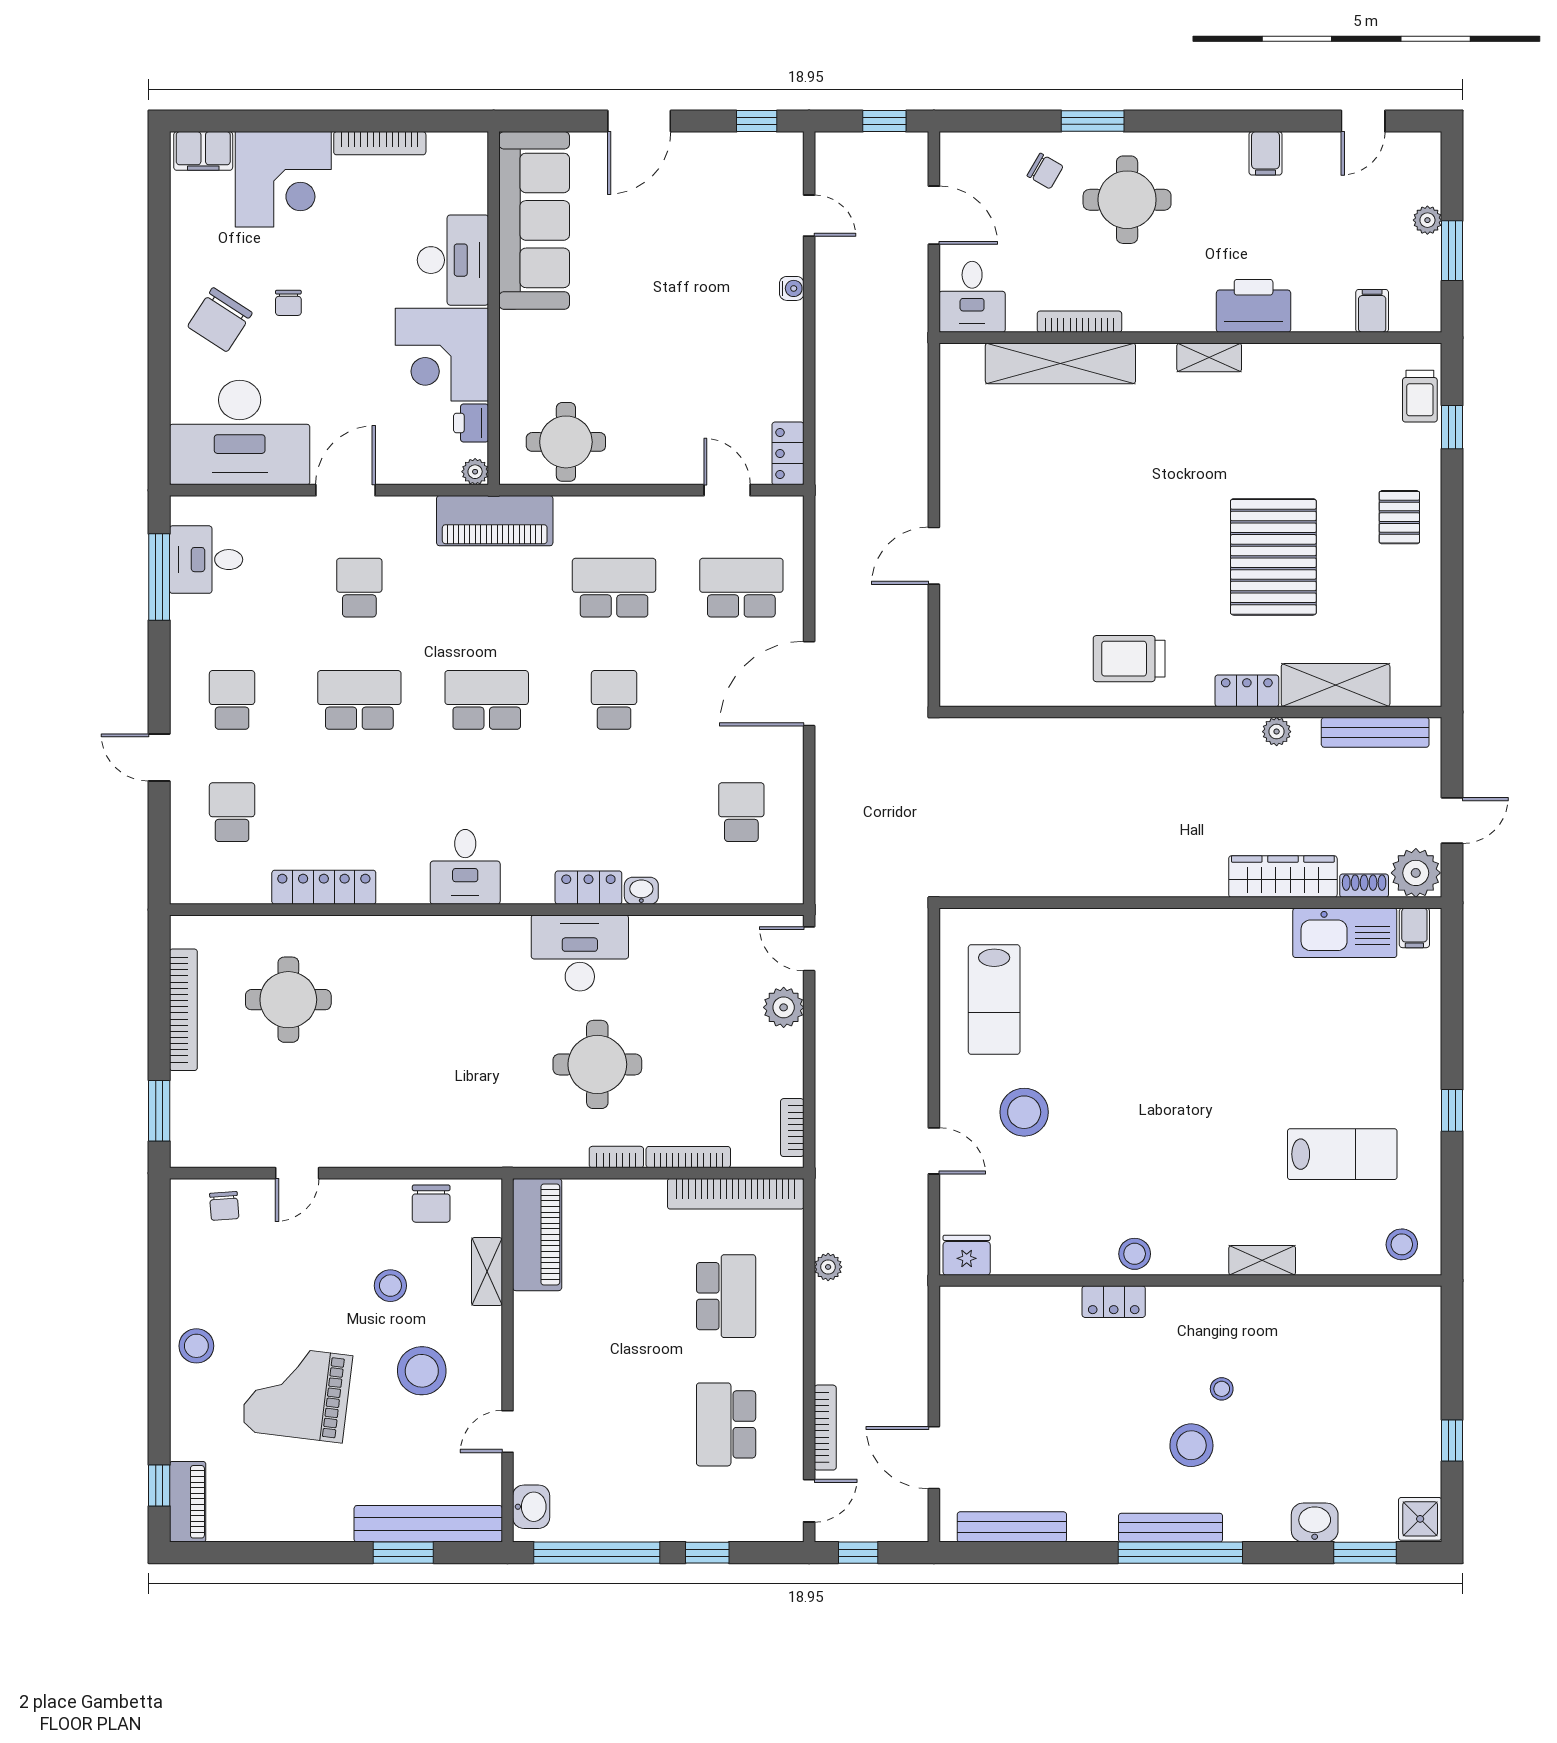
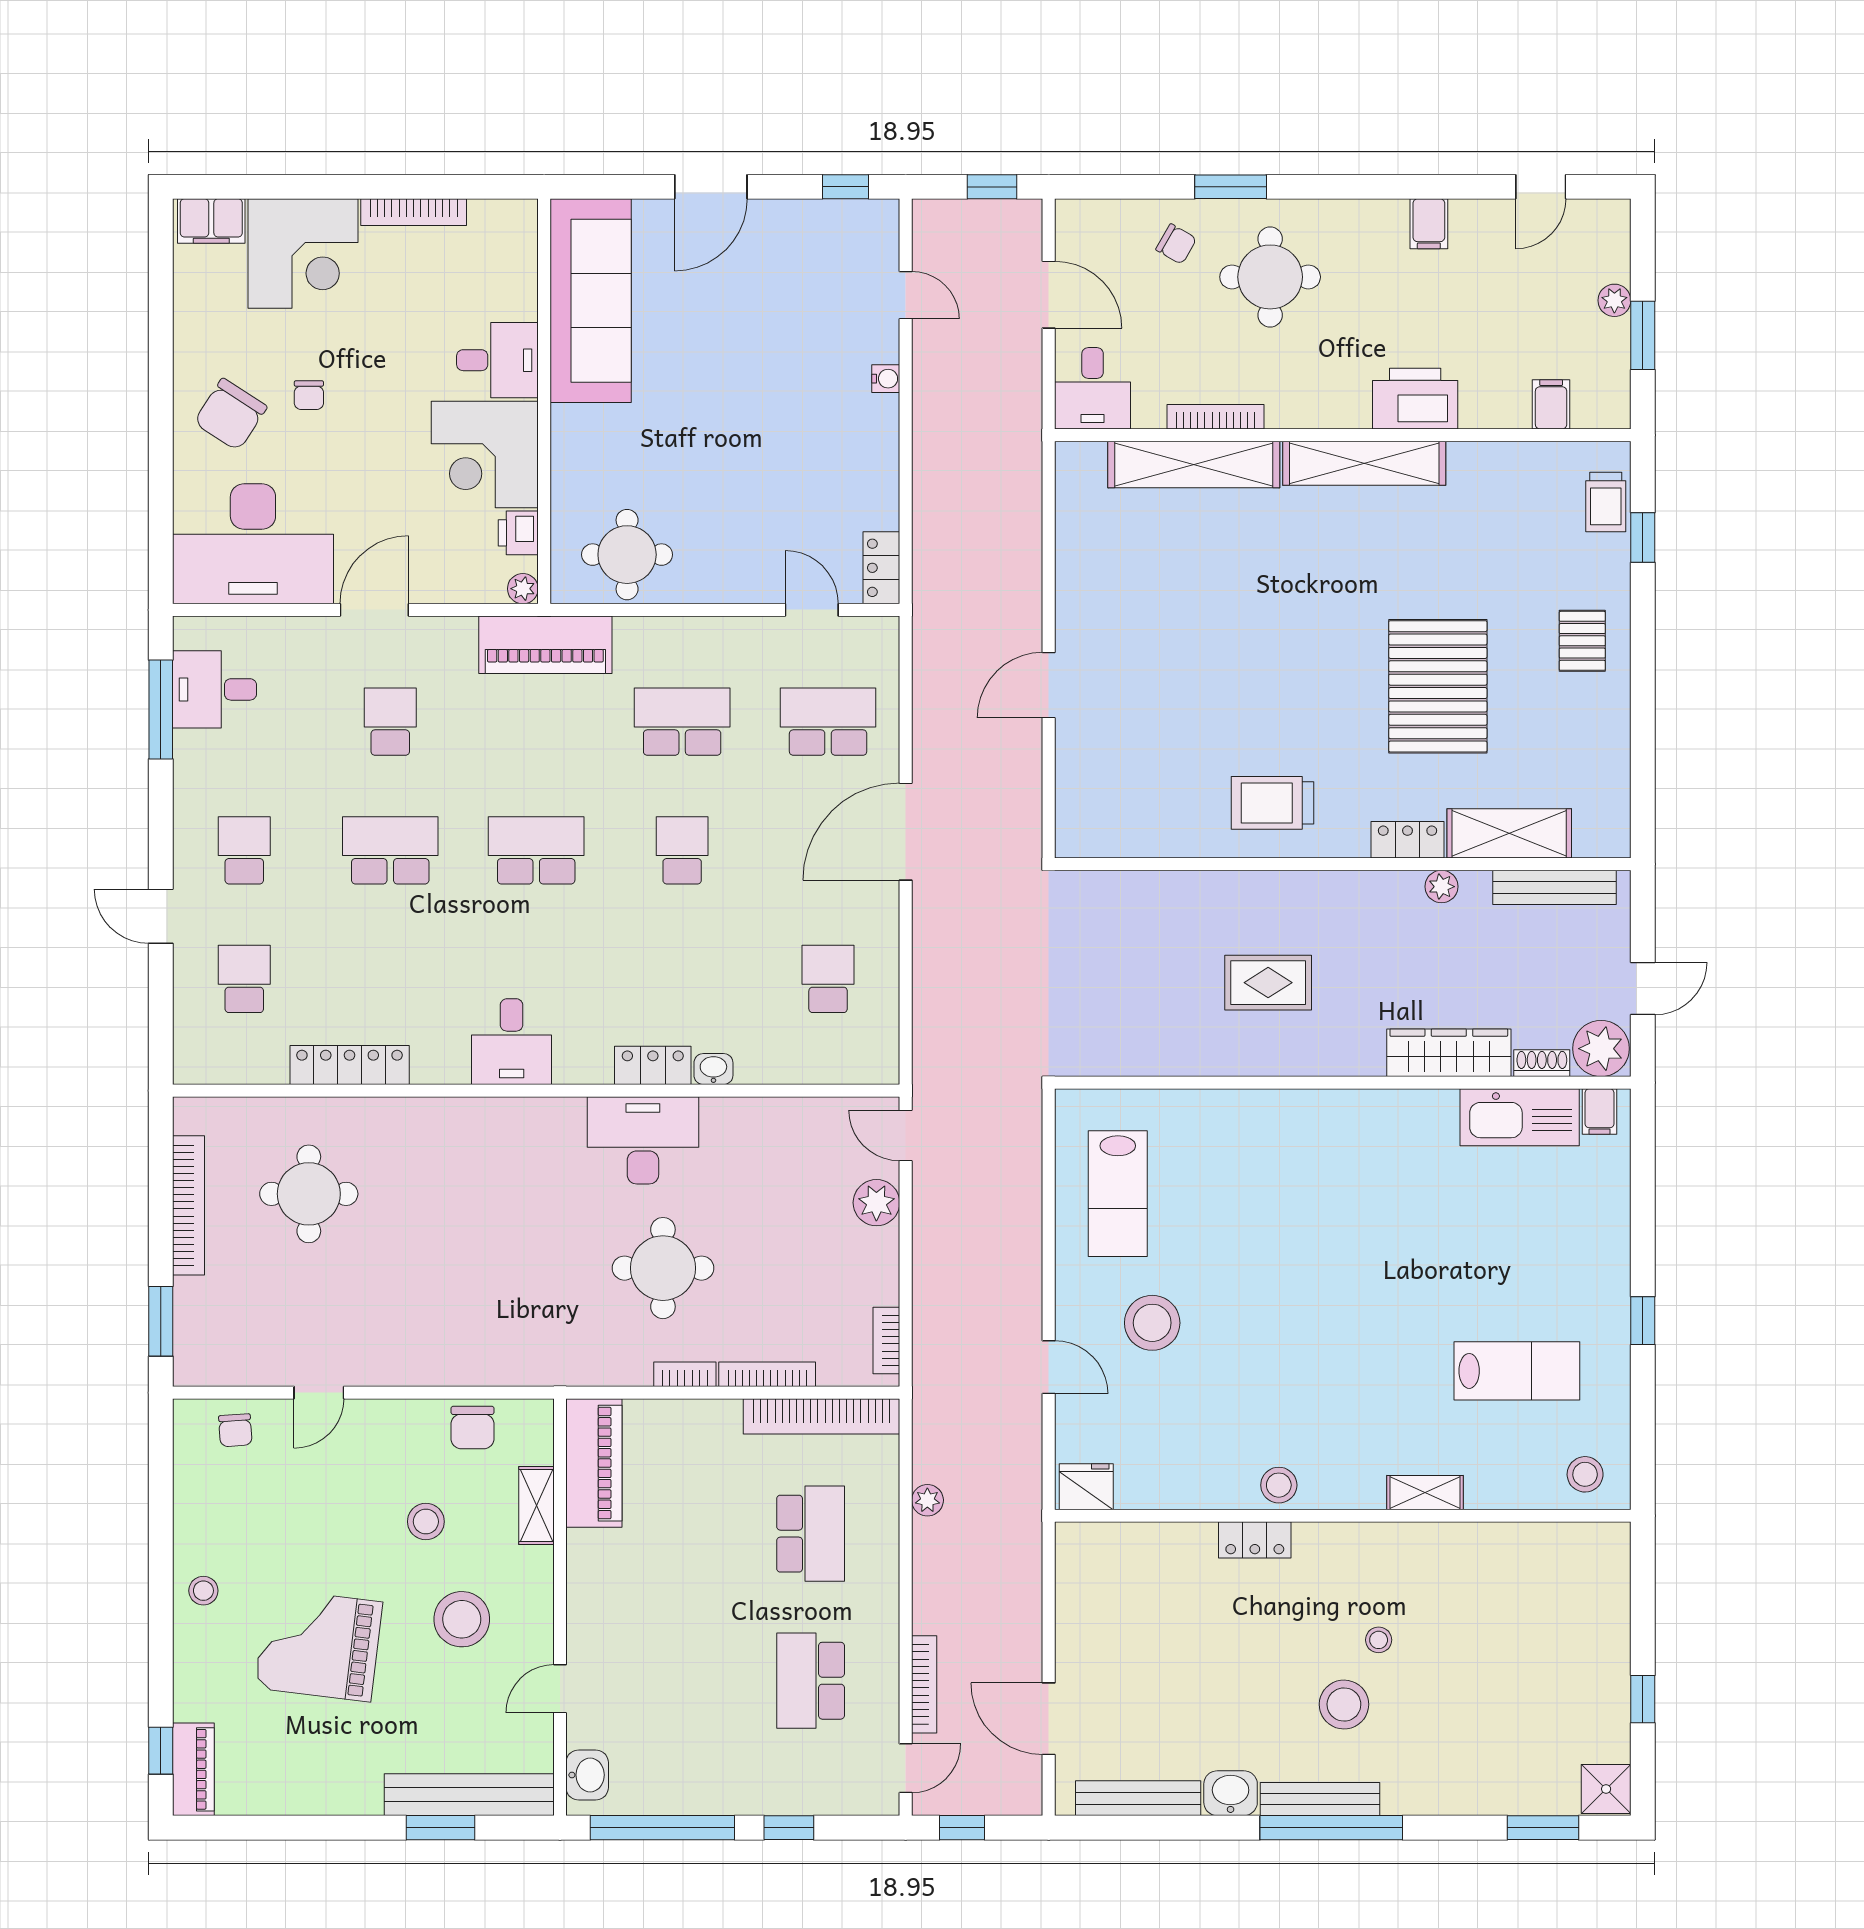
desk: (453, 260) -> (497, 360), width x0.73
shelving: (1209, 357) -> (1364, 463), width x2.20, depth x1.33
rug: (1125, 815) -> (1268, 983), added
stool: (196, 1346) -> (203, 1591), width x0.73, depth x0.73
washbasin: (1315, 1523) -> (1231, 1793), moved

